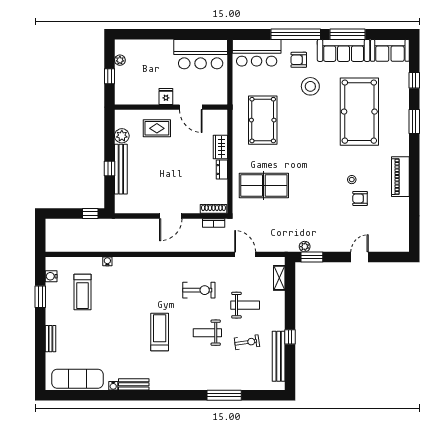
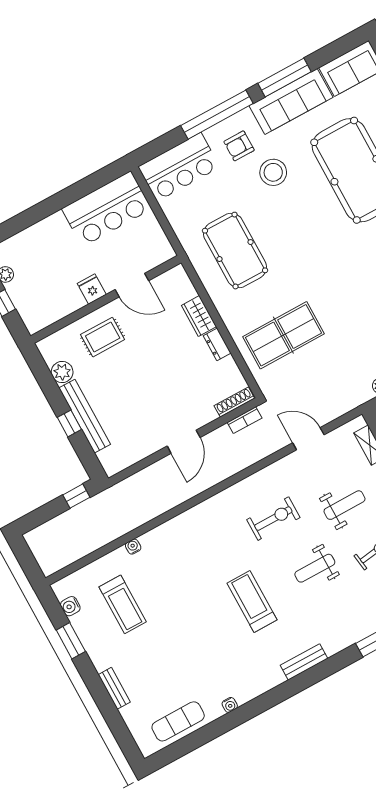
exercise mat: (77, 379) -> (178, 721), width x0.73, depth x0.69
bench: (134, 384) -> (304, 662), moved

